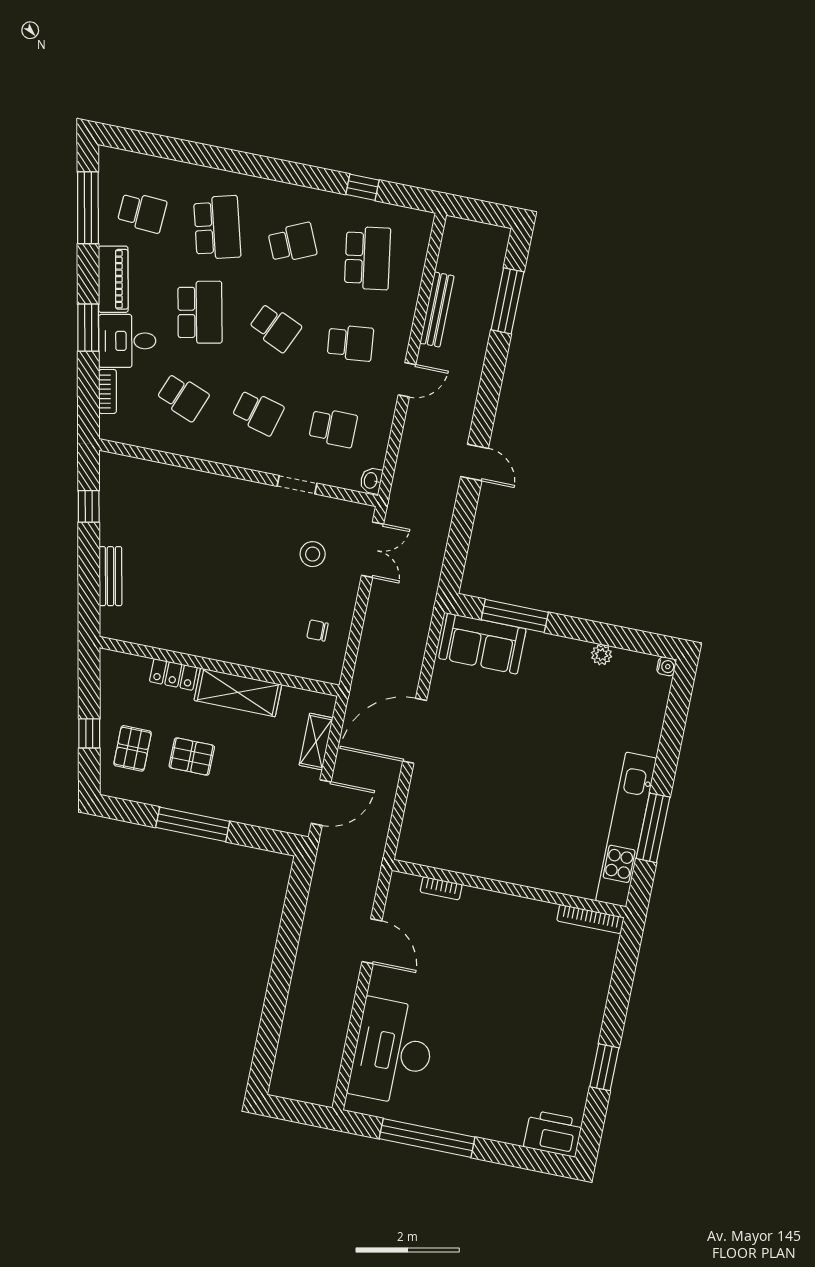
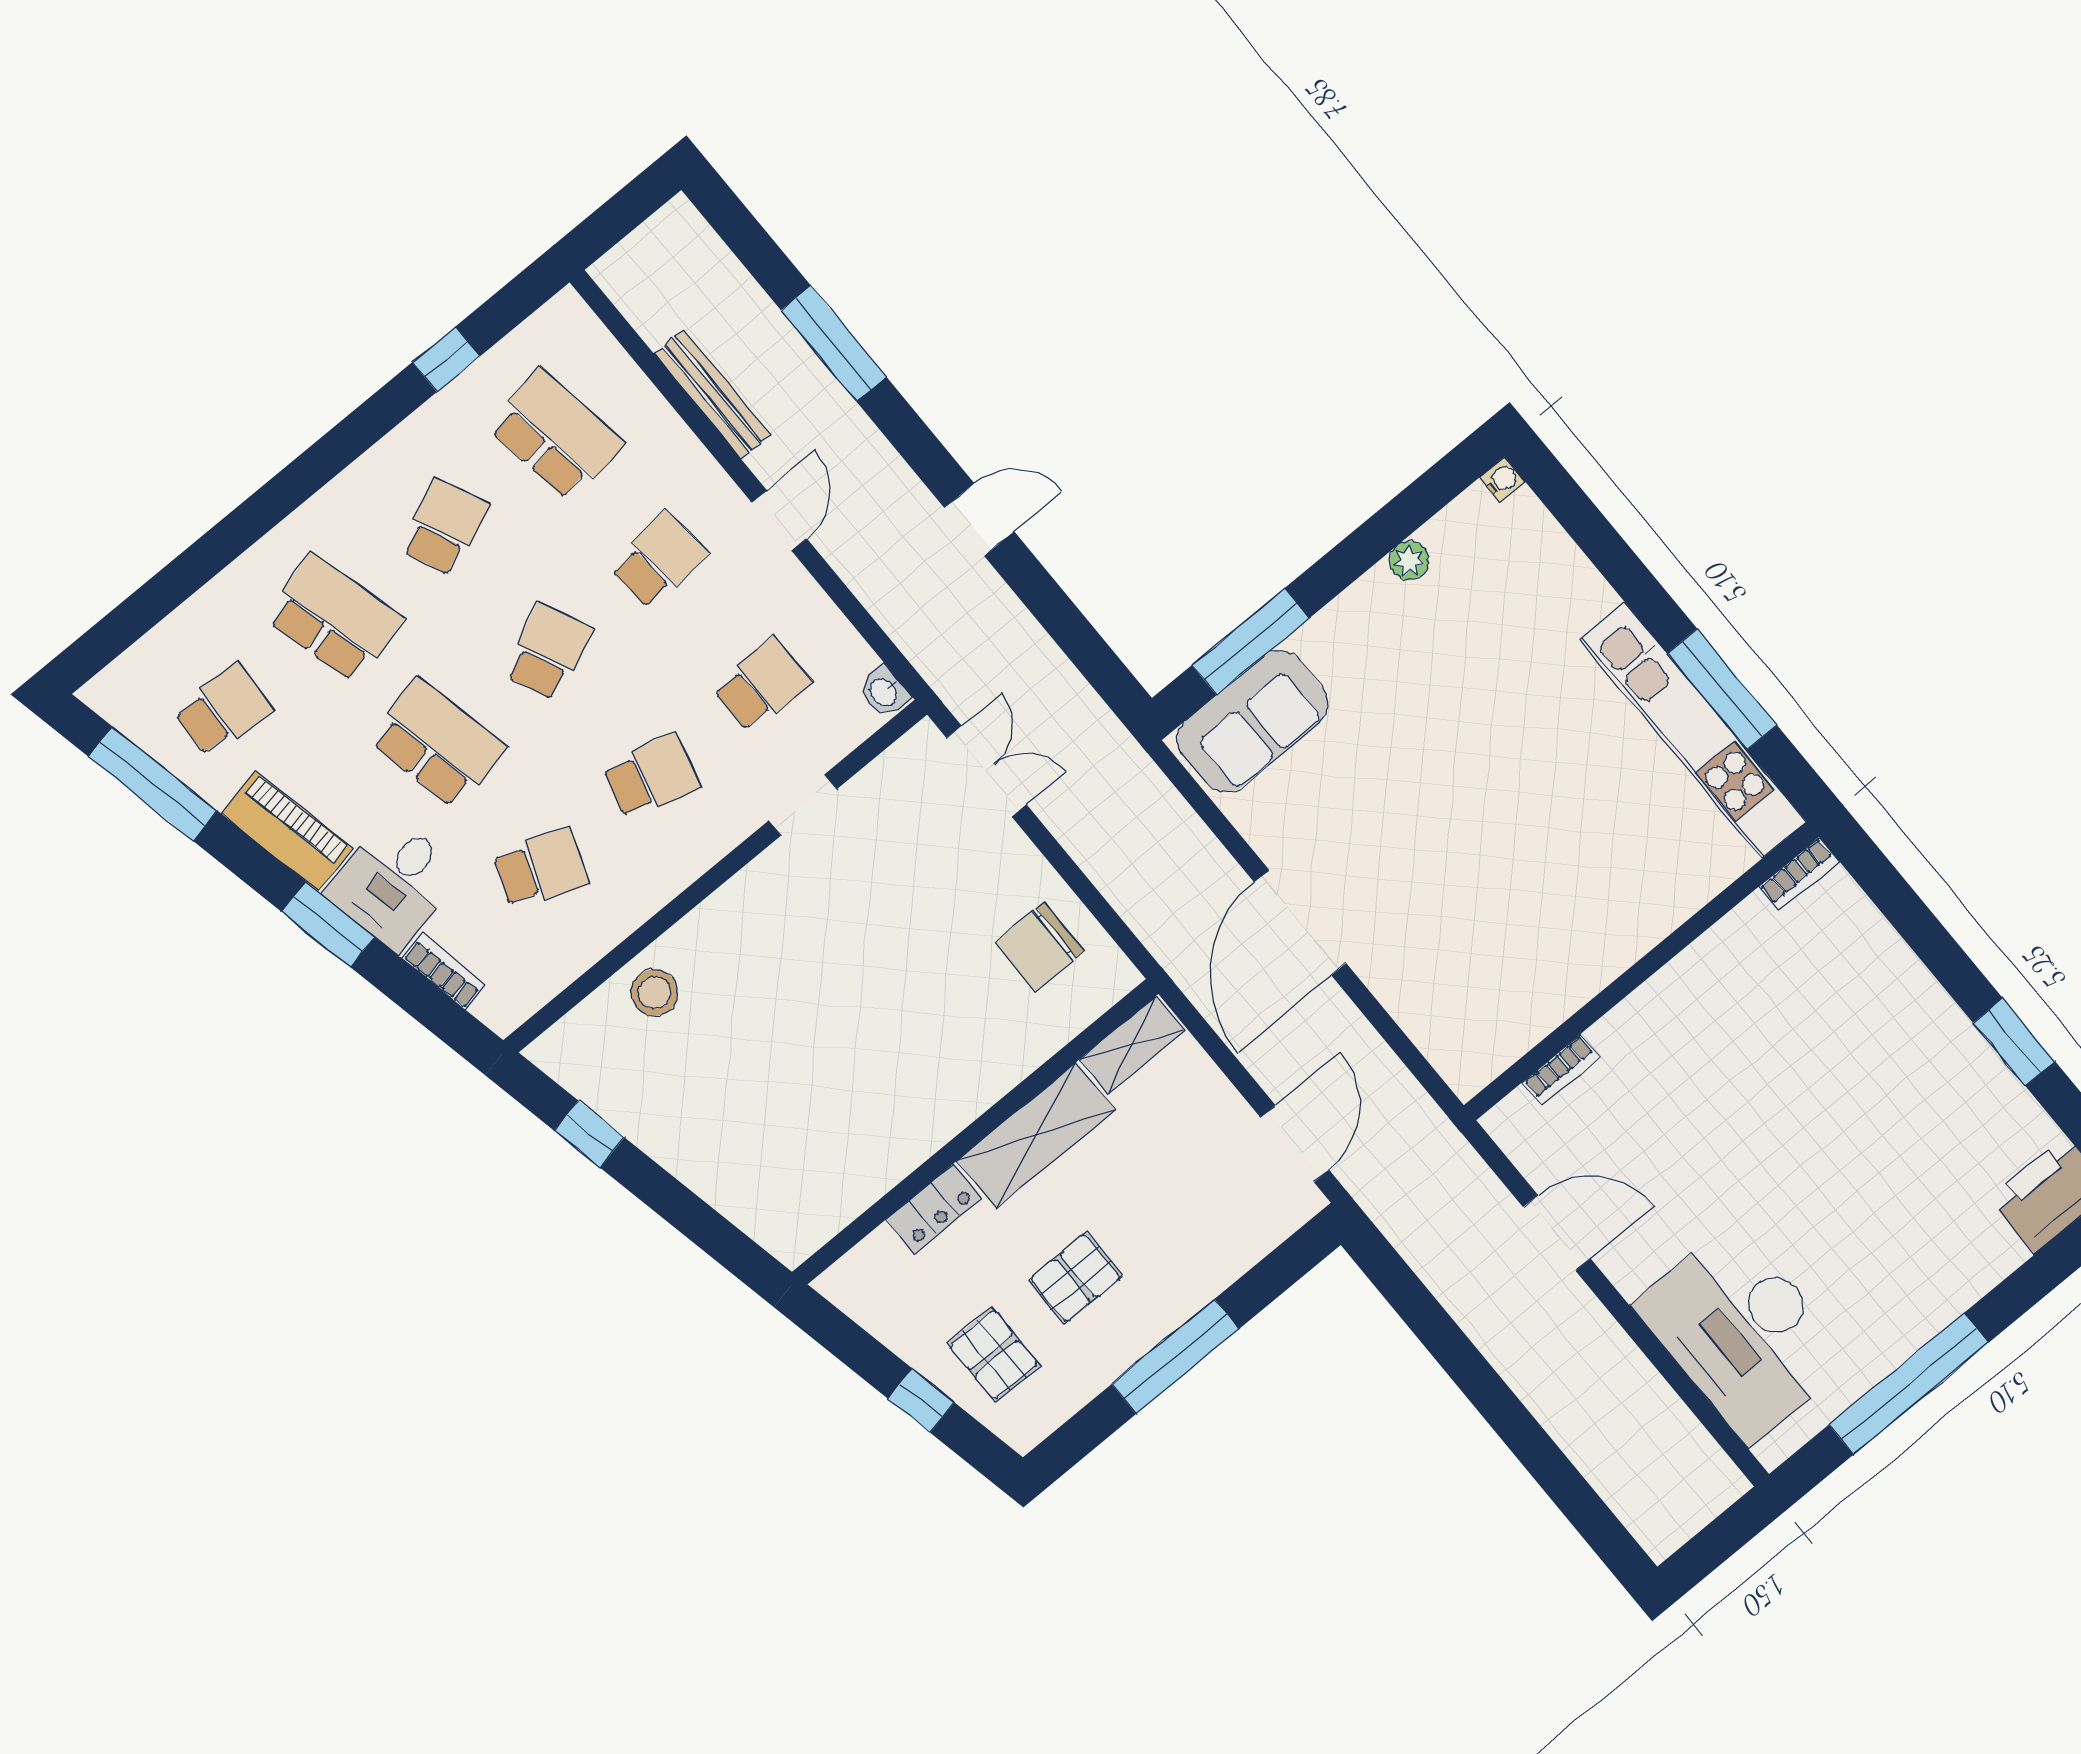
window: (507, 301) -> (834, 344), moved
school desk: (275, 328) -> (548, 652), turned -48
stool: (313, 554) -> (654, 993), moved
bench: (110, 576) -> (717, 1184), removed
chair: (317, 631) -> (1040, 947), width x1.87, depth x1.87
shelving: (316, 742) -> (1132, 1045), moved, turned 90
bookcase: (590, 919) -> (1799, 874), width x0.64

